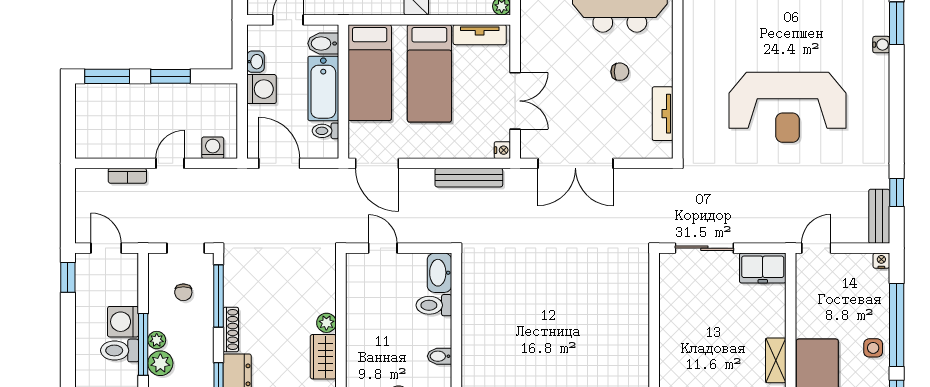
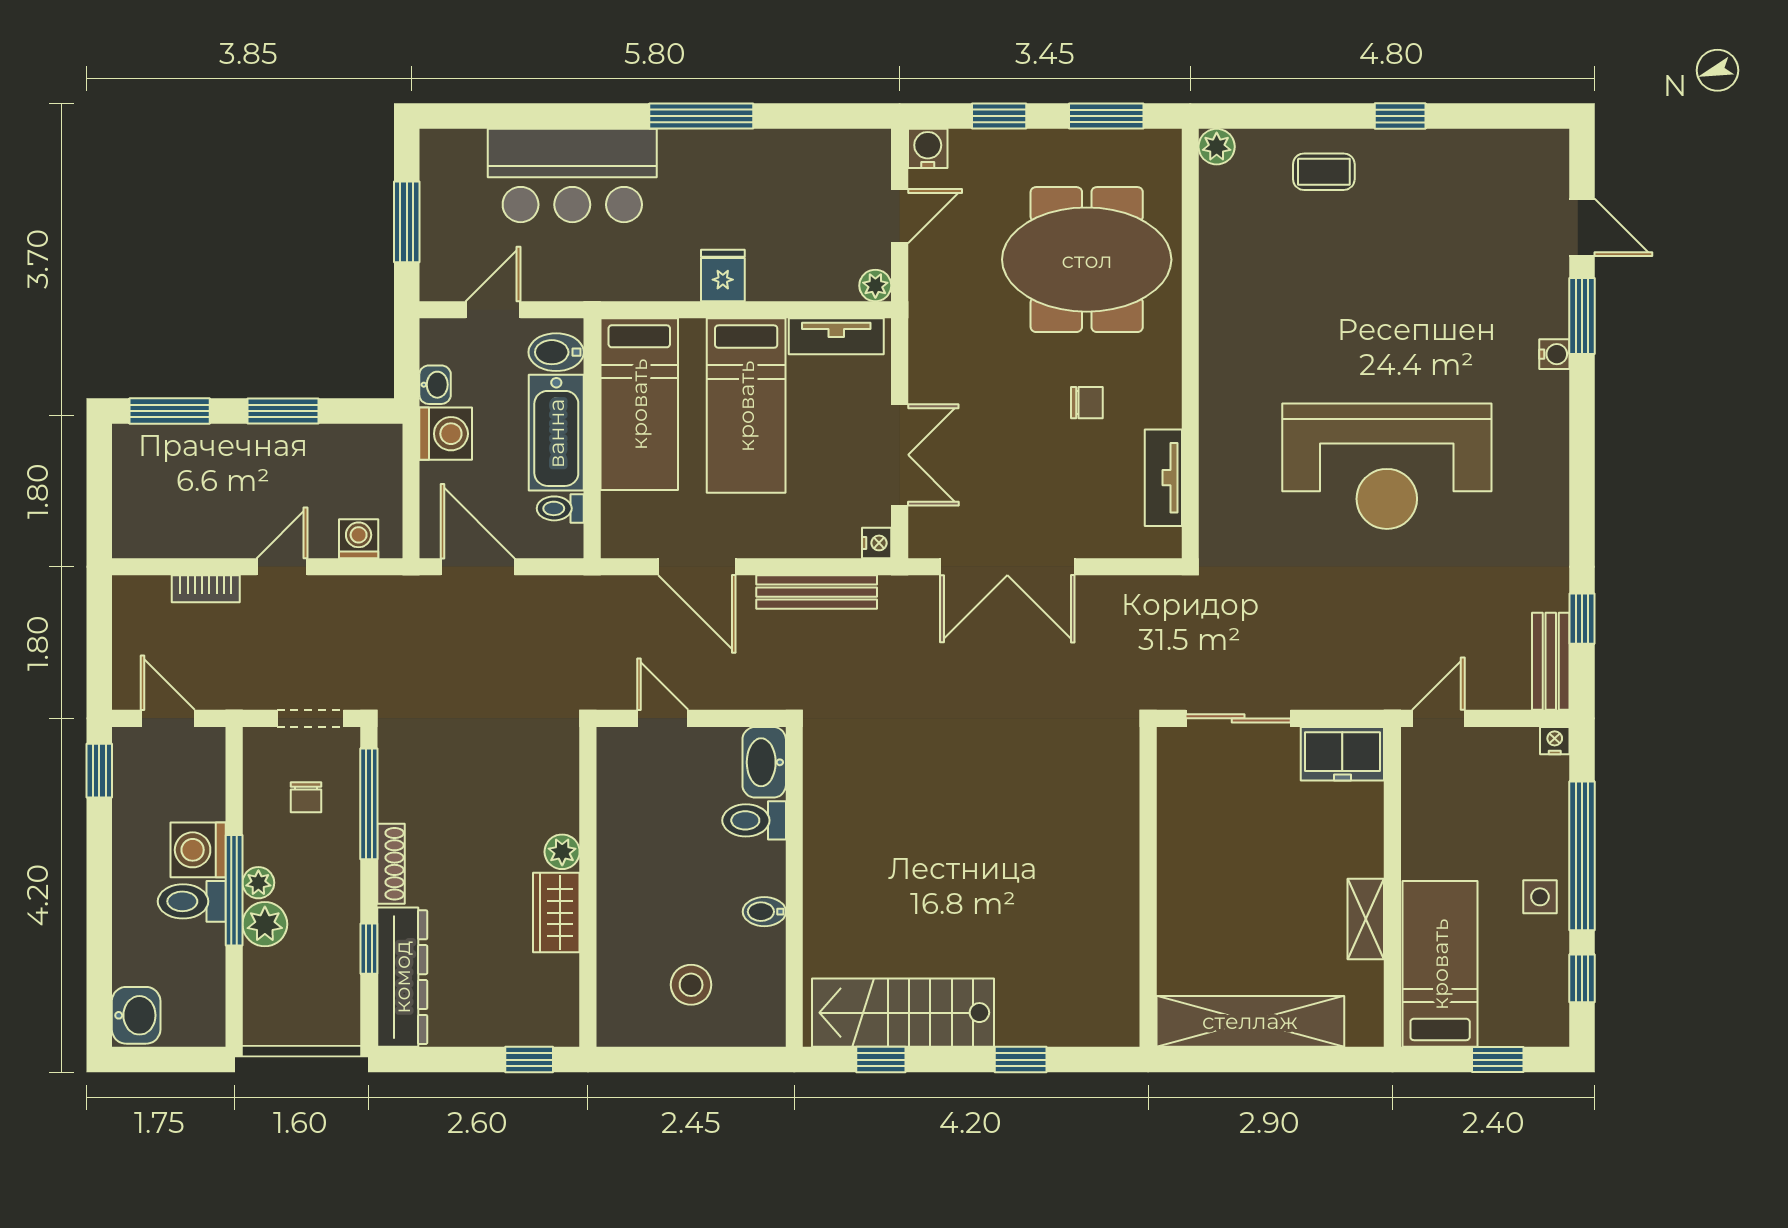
door: (377, 163) -> (697, 567), moved

